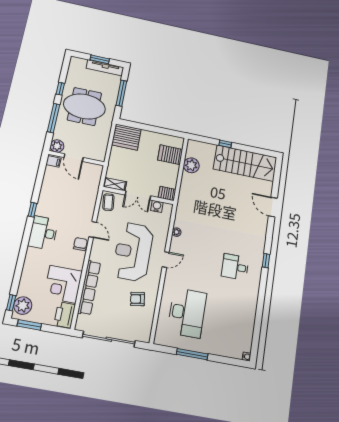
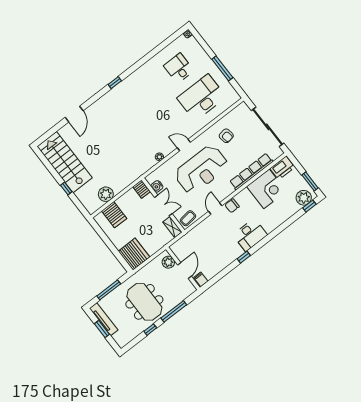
plant: (57, 146) -> (168, 262), moved
desk: (235, 267) -> (179, 68), moved, turned 180

